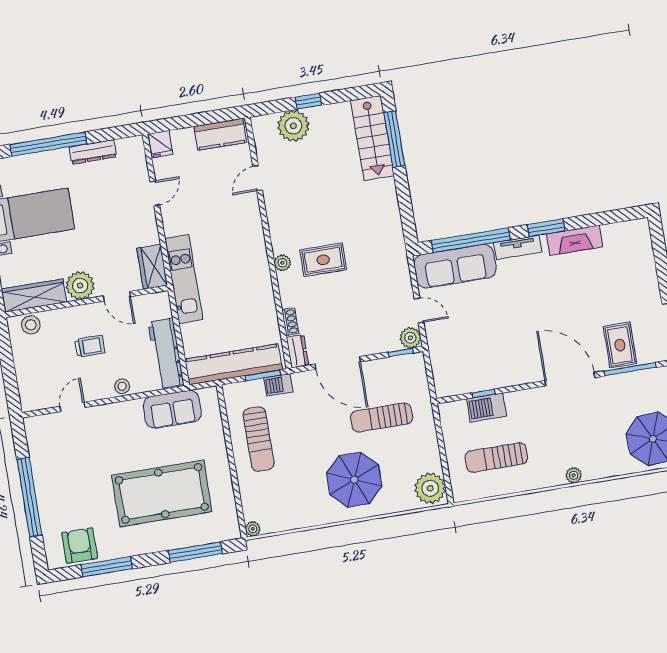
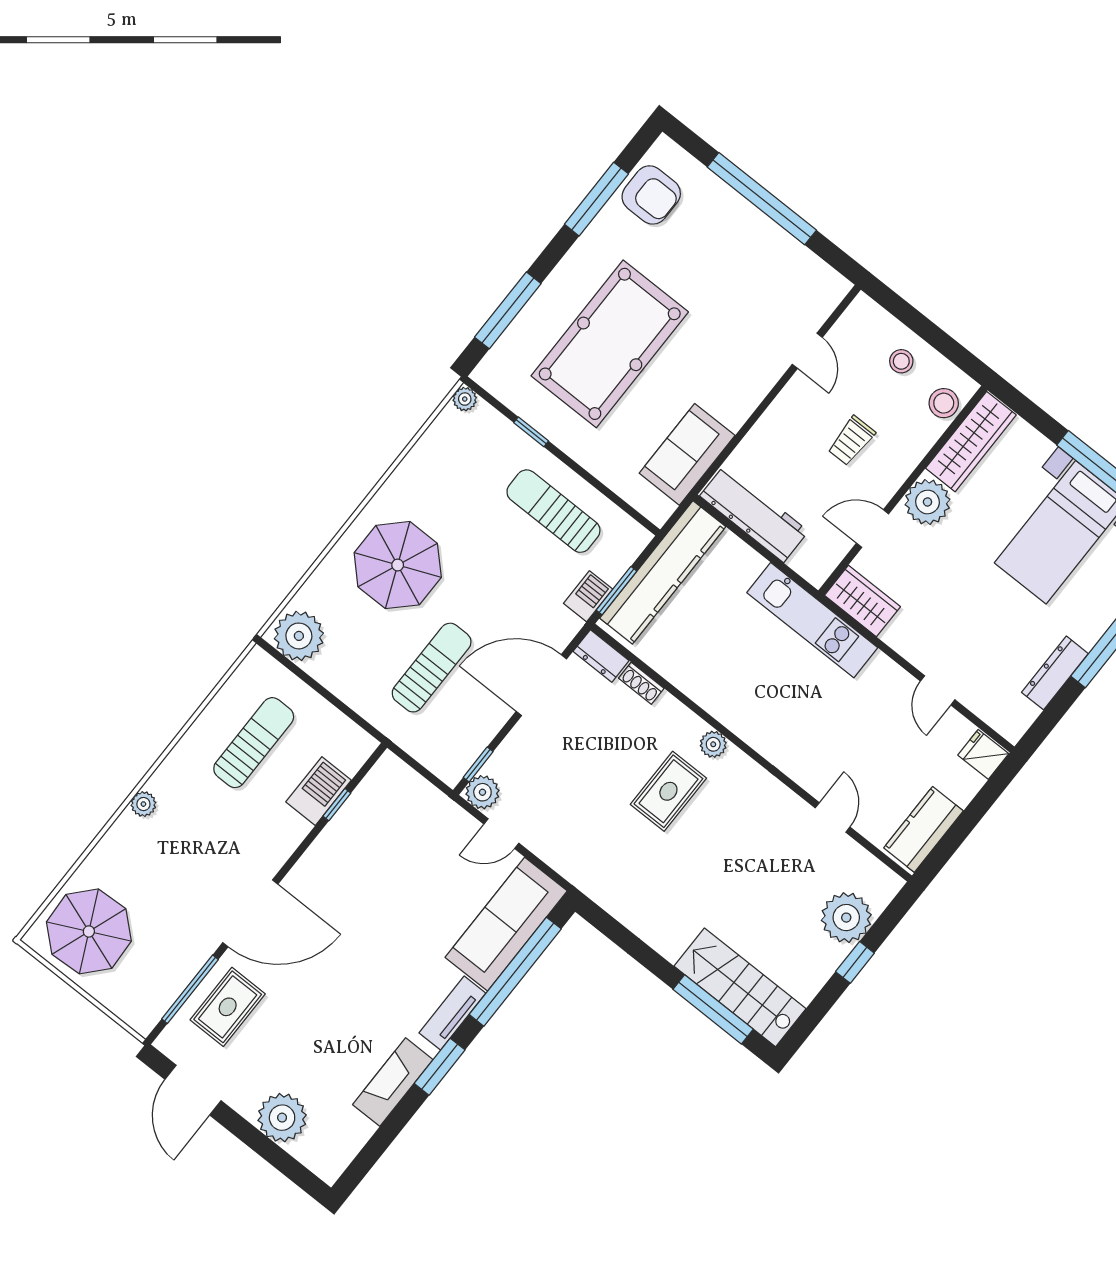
plant: (641, 270) -> (282, 1118), added
rug: (620, 345) -> (228, 1007), turned 90
stool: (122, 386) -> (901, 361), moved
window: (236, 486) -> (531, 432), added

